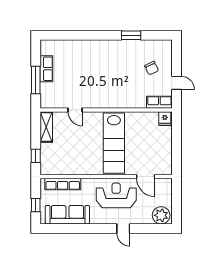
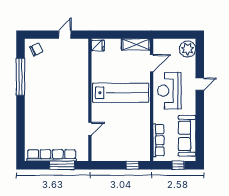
window: (131, 35) -> (20, 77), width x2.11
chair: (152, 68) -> (36, 50), moved
row of seats: (46, 69) -> (52, 155), width x2.02
row of seats: (159, 102) -> (83, 51), removed
shelving: (46, 127) -> (136, 44), moved

